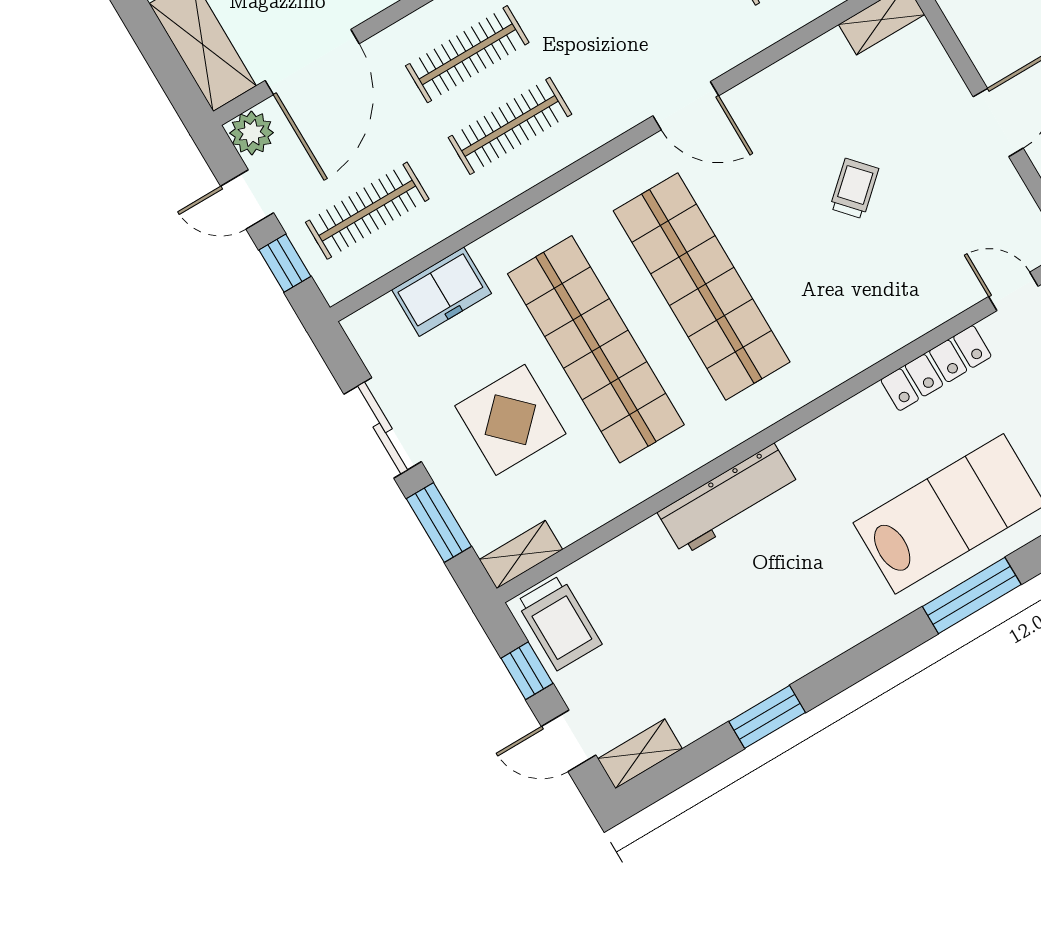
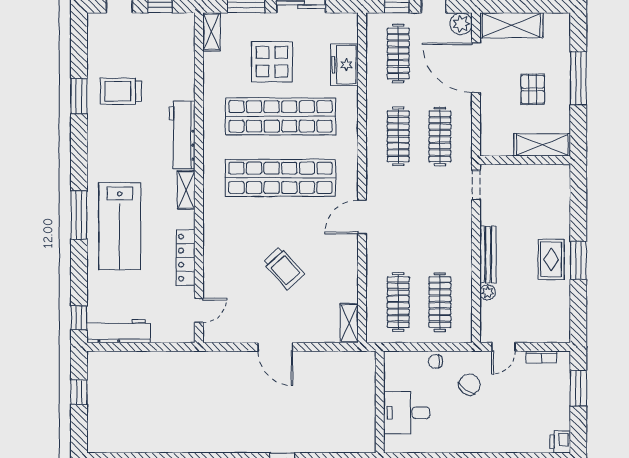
trolley: (854, 189) -> (284, 268), width x1.36, depth x1.39
trolley: (559, 623) -> (121, 91), moved
shelving: (640, 754) -> (186, 190), moved

